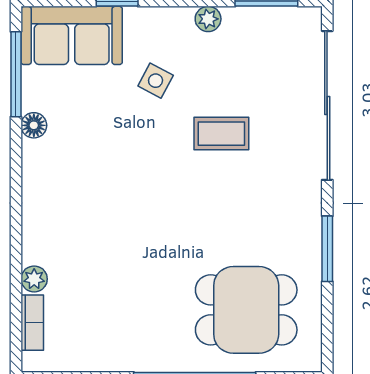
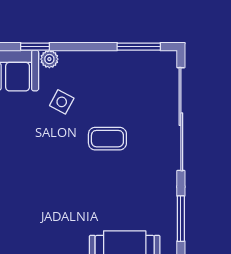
plant: (208, 19) -> (49, 59), moved

